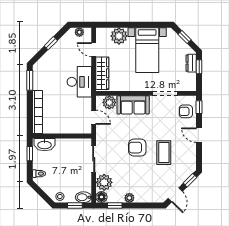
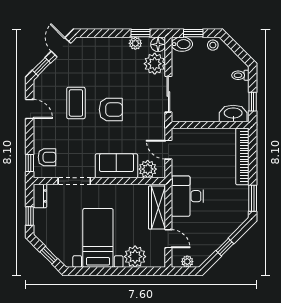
dresser: (191, 63) -> (40, 196), moved
door: (199, 135) -> (30, 109), moved
plant: (129, 198) -> (135, 43), moved

